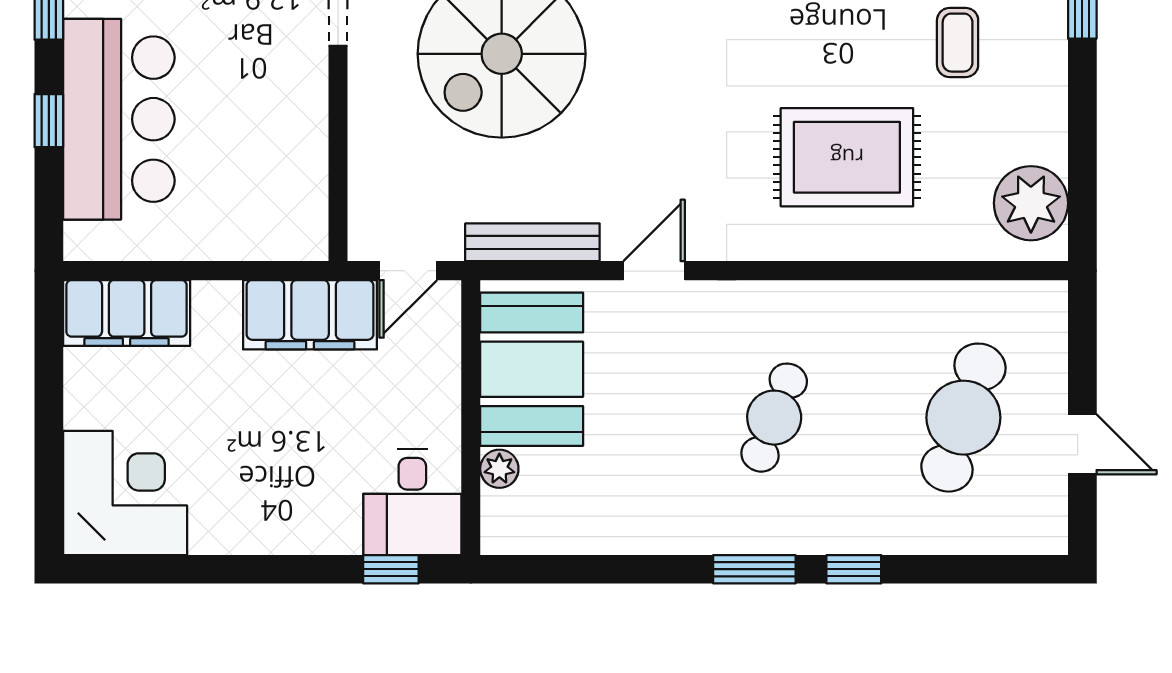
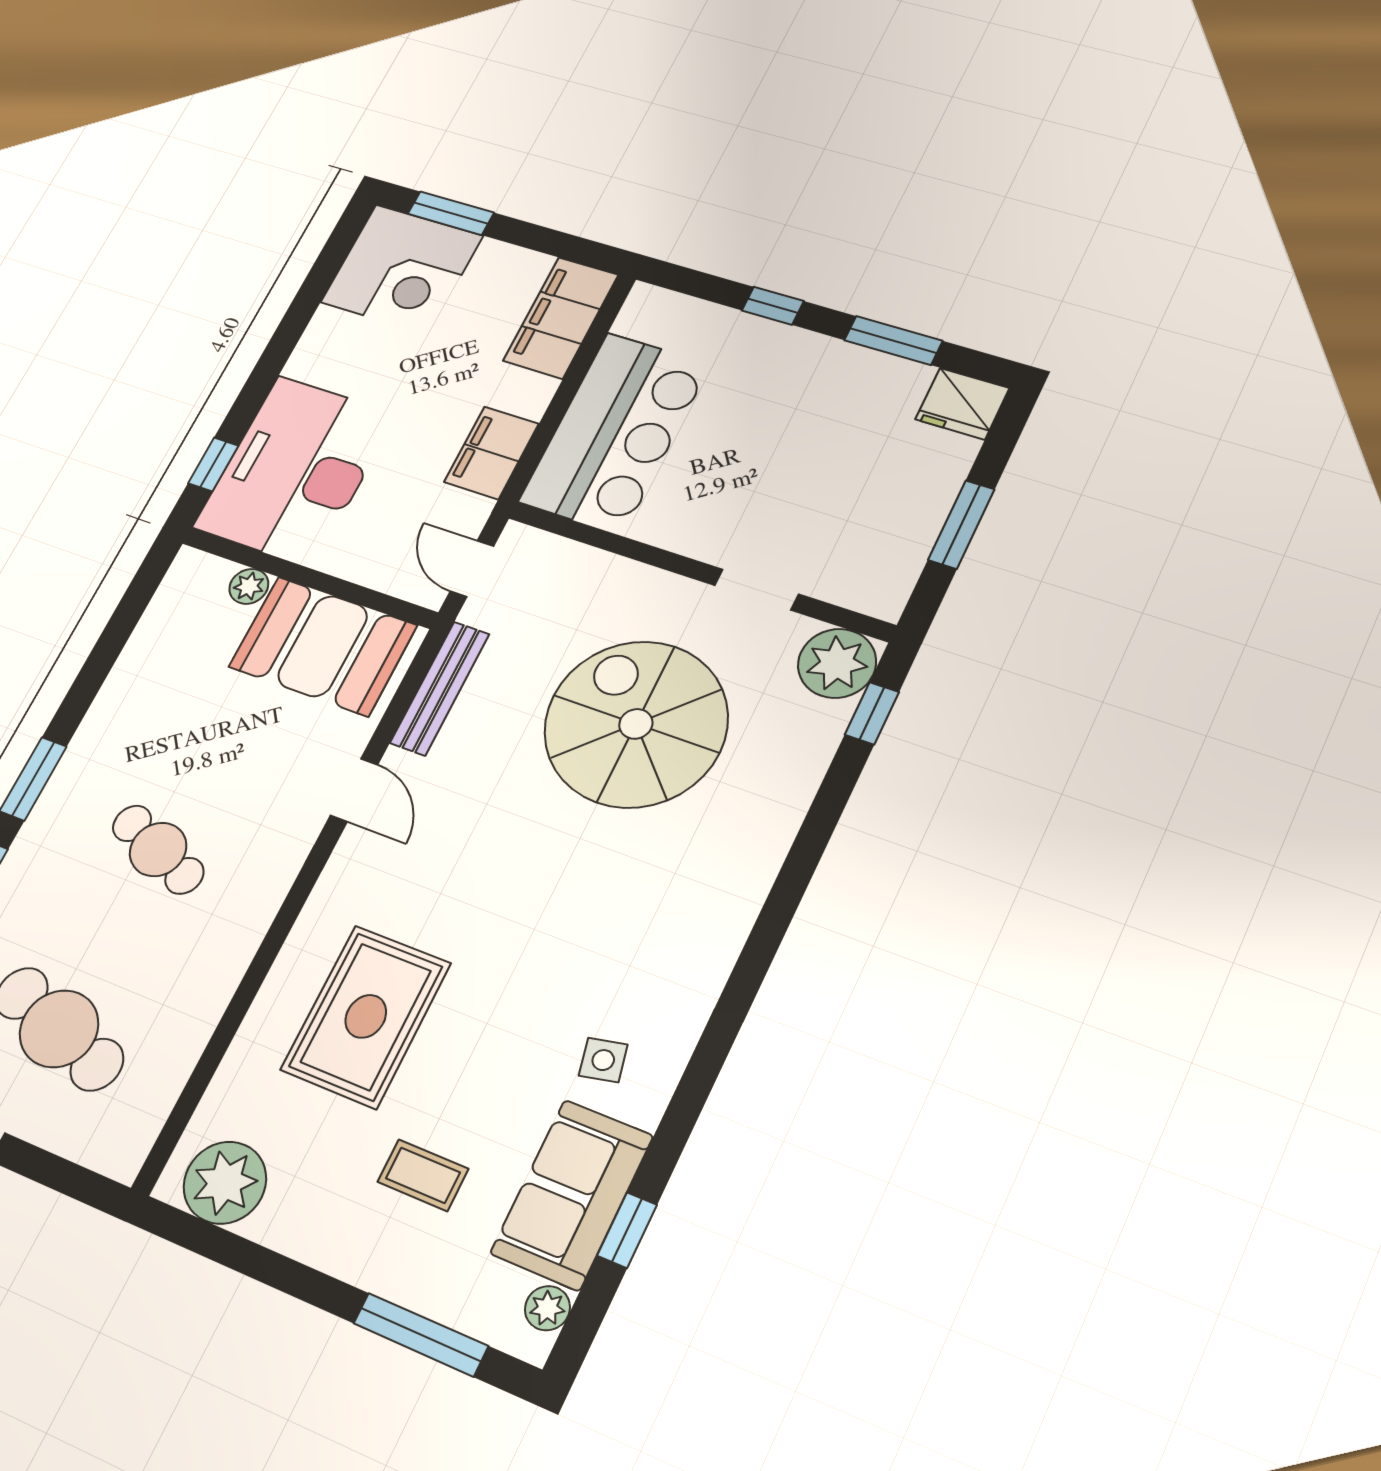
bar counter: (119, 119) -> (615, 433), moved, turned -90
filing cabinet: (310, 315) -> (491, 453), width x0.67, depth x0.86
window: (49, 476) -> (451, 213), added
desk: (412, 502) -> (295, 471), width x1.87, depth x1.30

